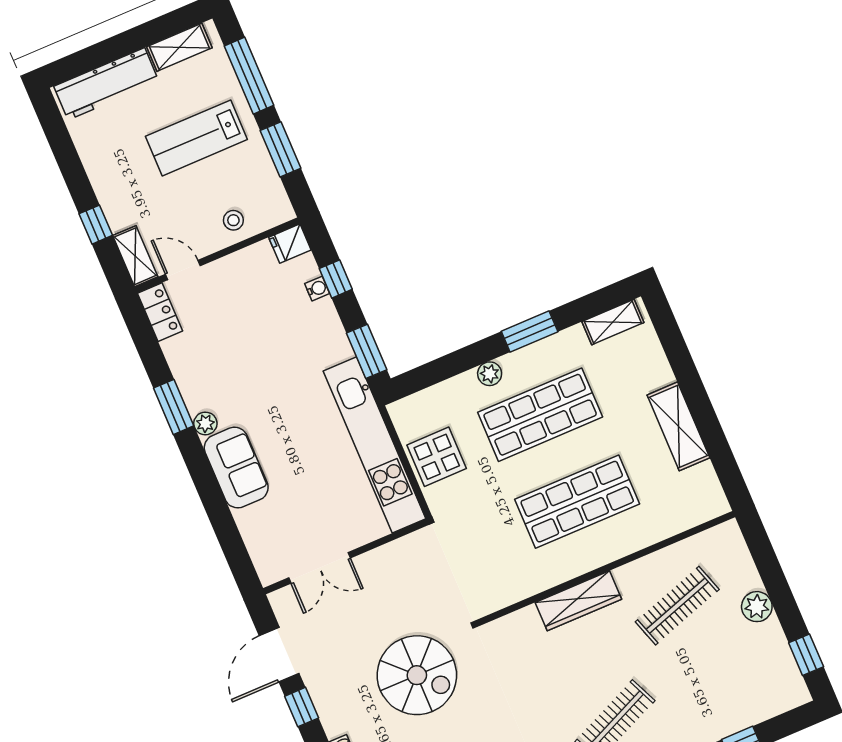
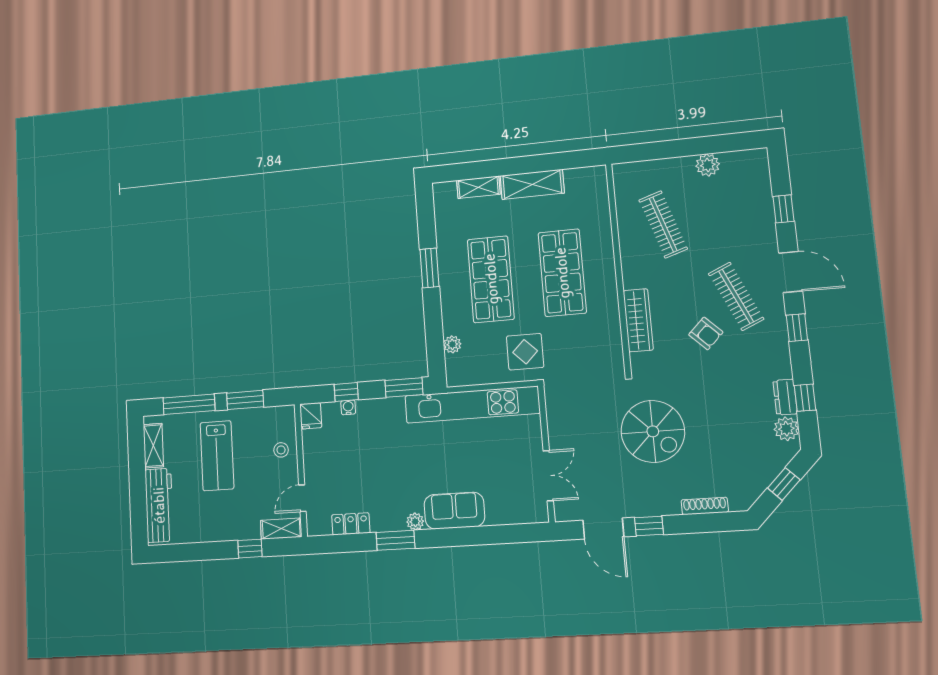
locker: (160, 312) -> (351, 524), moved
shelving: (613, 322) -> (478, 187), moved, turned 90
plant: (490, 374) -> (452, 344), moved
display table: (437, 457) -> (525, 352), moved
wardrobe: (578, 601) -> (638, 320), moved
plant: (757, 607) -> (708, 165), moved
window: (806, 655) -> (731, 143), removed
spiral stairs: (417, 675) -> (653, 431), turned 90
armchair: (558, 700) -> (706, 333), added

